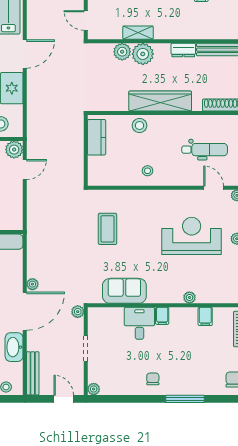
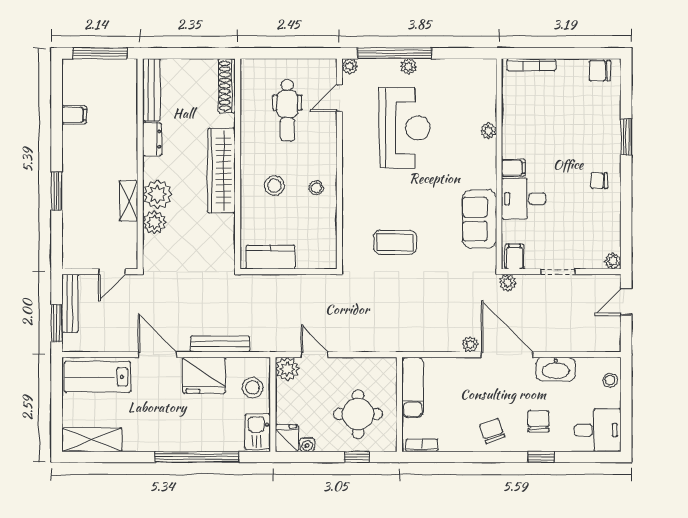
stool: (139, 126) -> (274, 186), moved
dental chair: (205, 150) -> (287, 110), turned 180
reception desk: (192, 236) -> (405, 128), turned 180
filing cabinet: (205, 316) -> (514, 257), moved, turned -90
bench: (33, 373) -> (220, 344), moved
window: (185, 399) -> (626, 137), width x0.69

